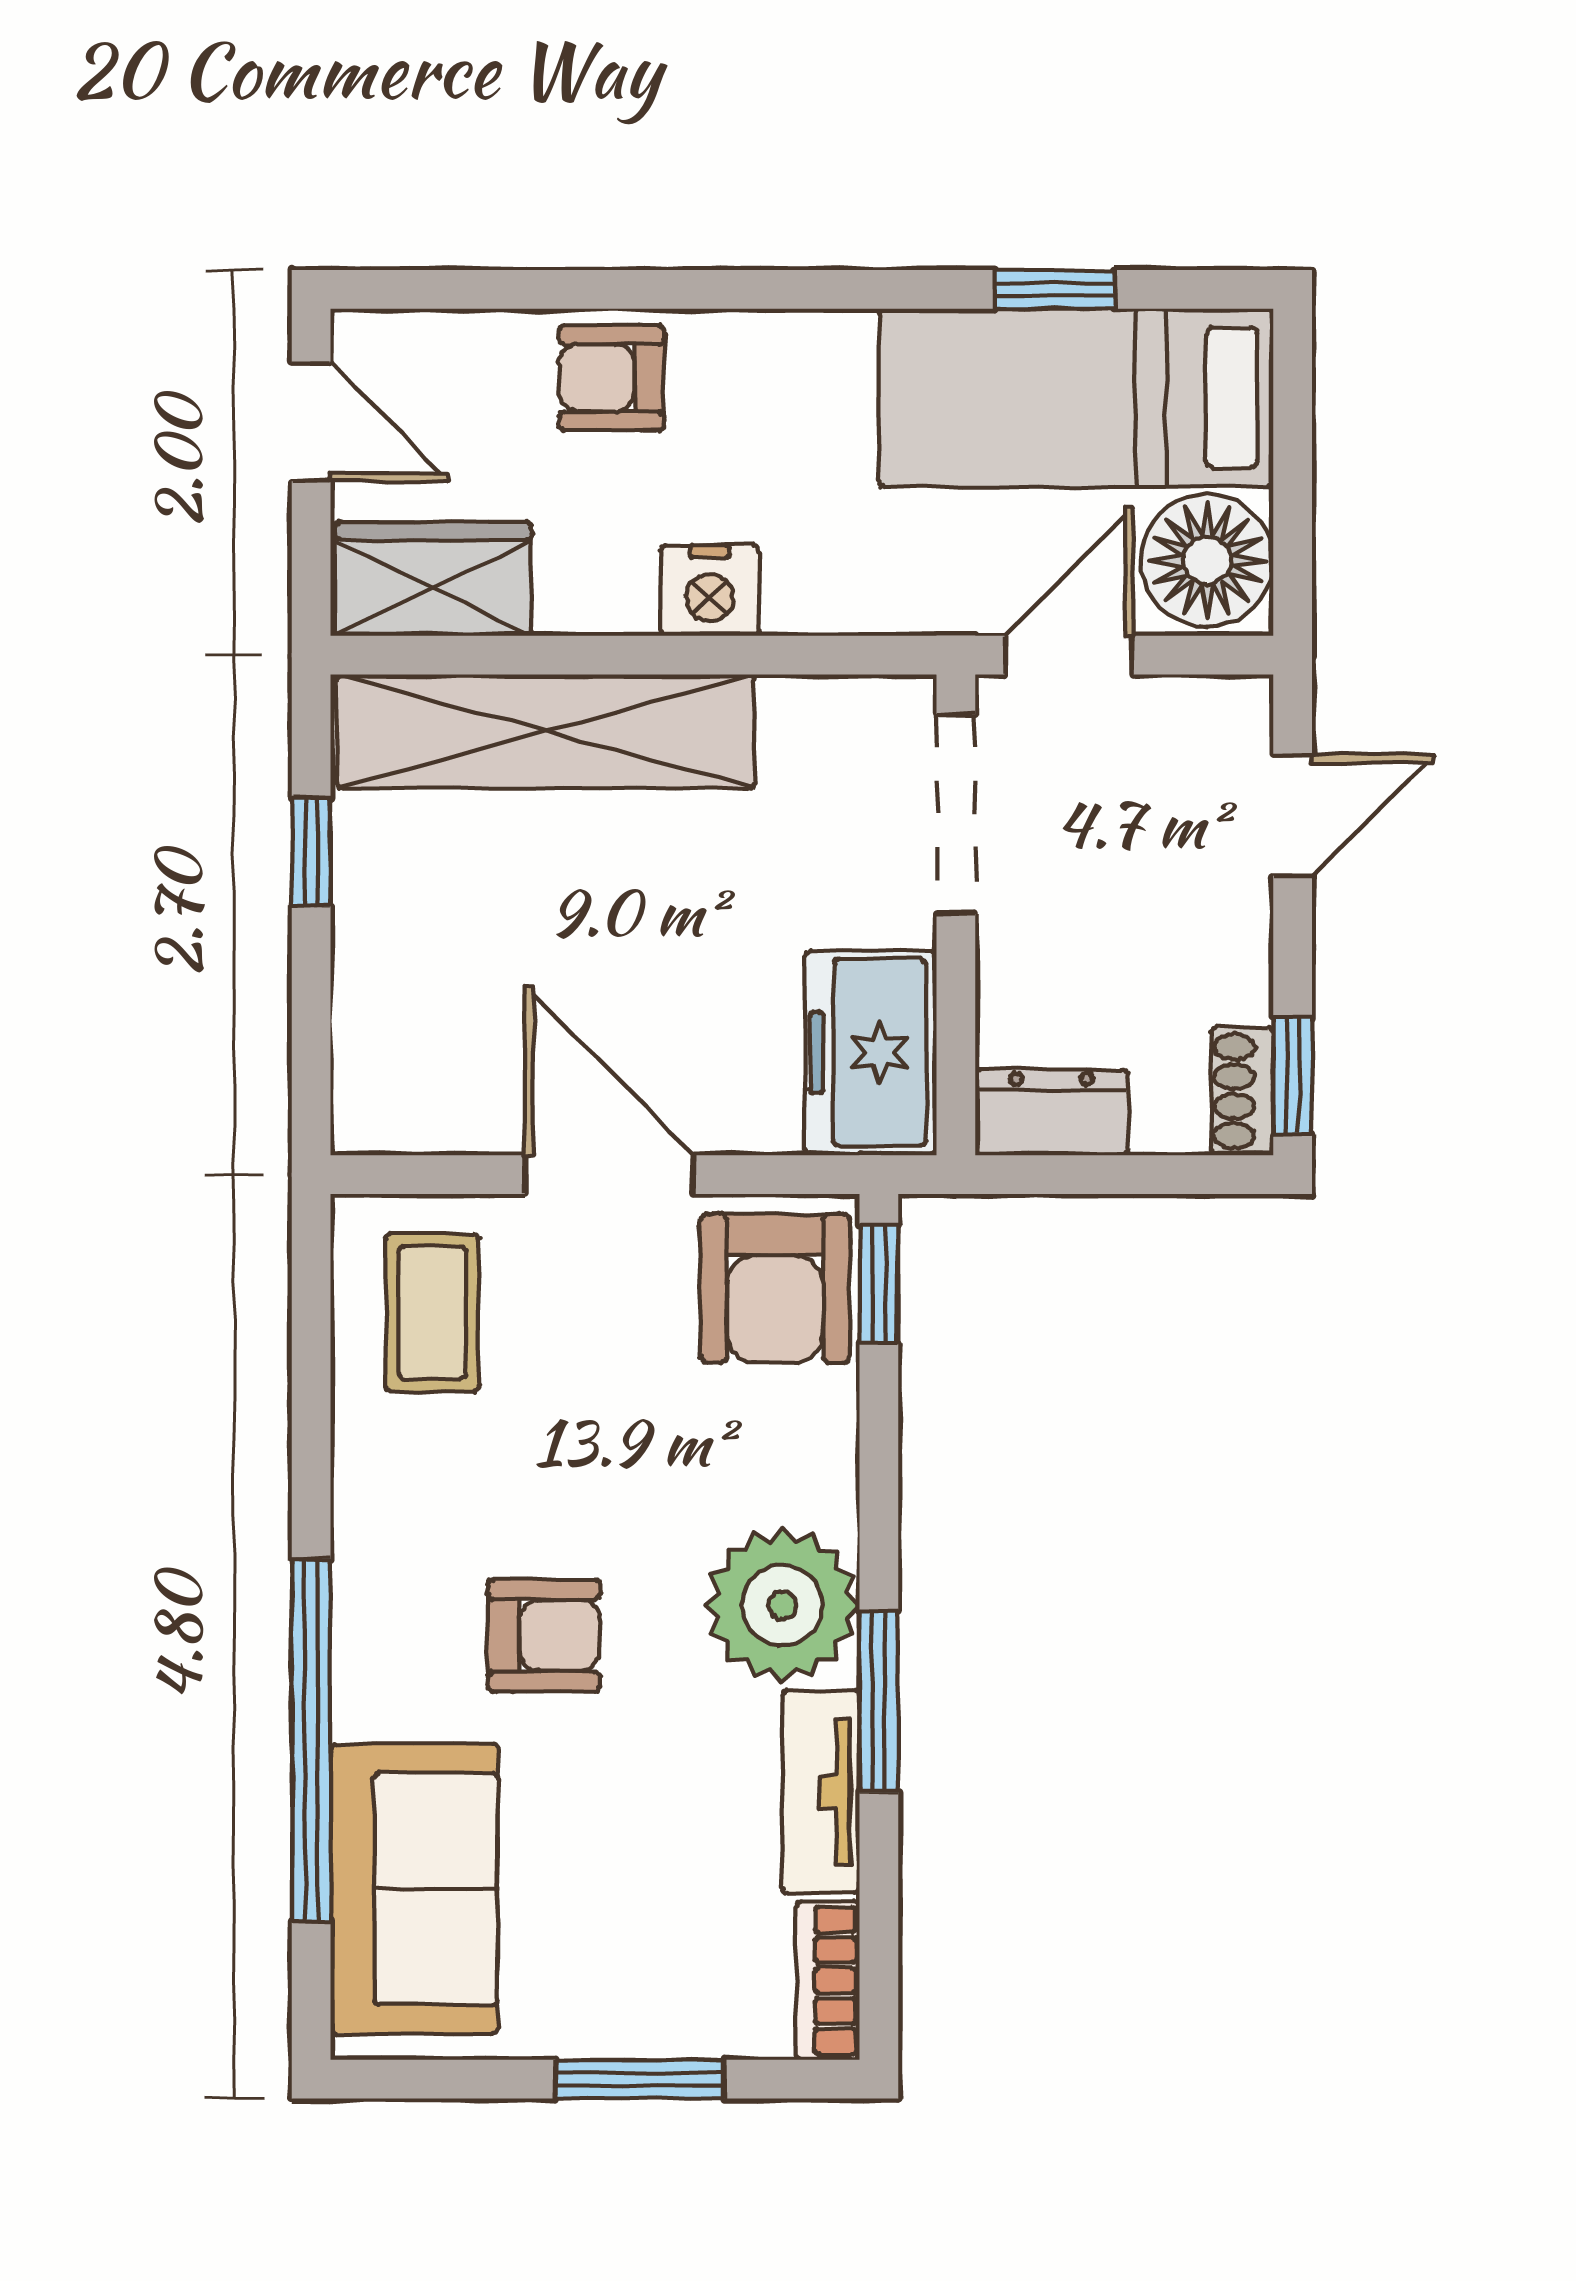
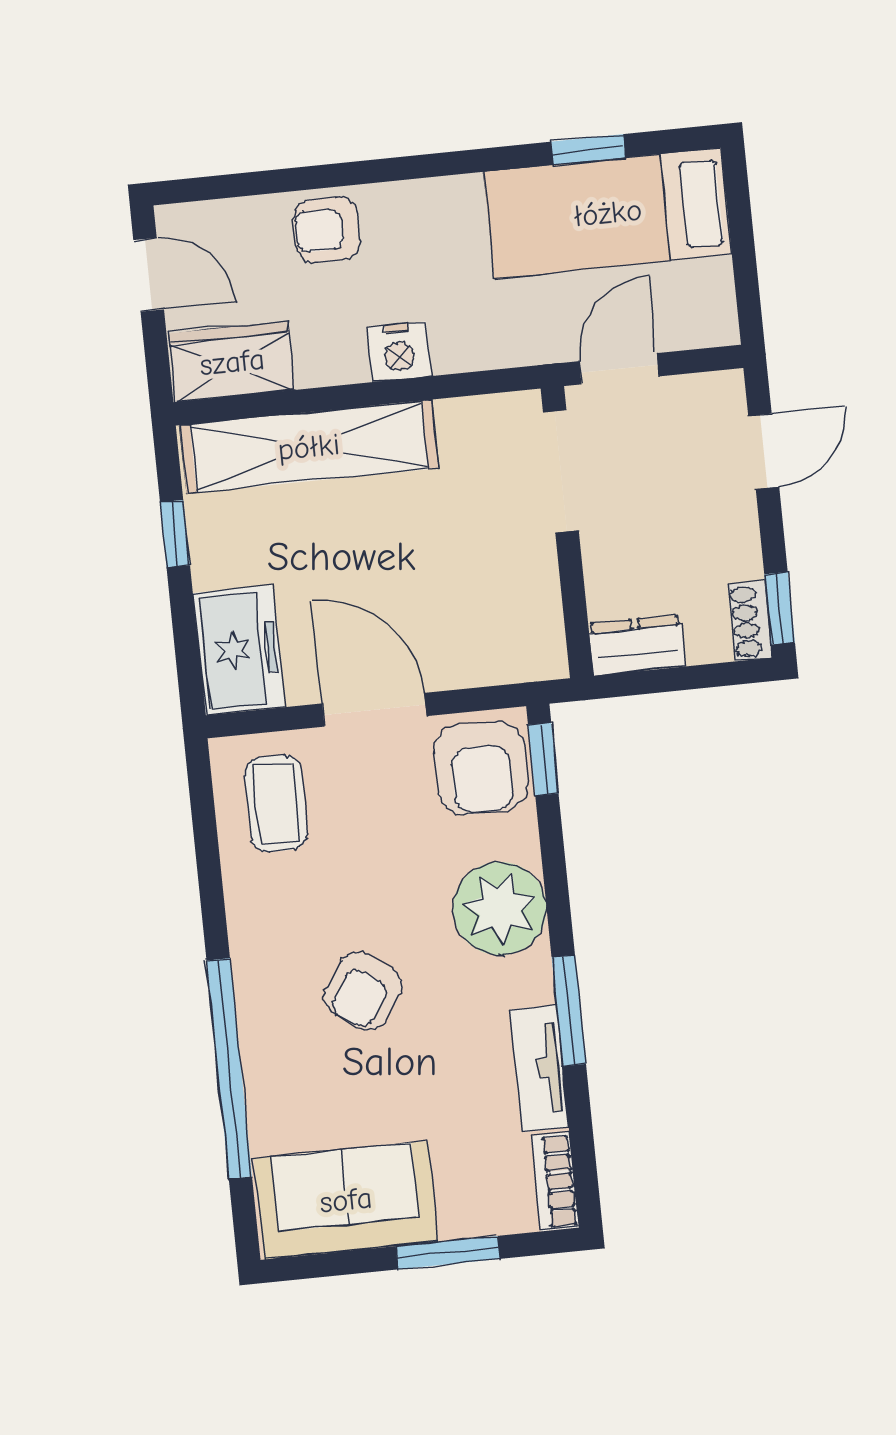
floor lamp: (1207, 560) -> (697, 303), removed
freezer: (871, 1052) -> (239, 650), moved, turned 180
plant: (782, 1605) -> (500, 909), moved
armchair: (544, 1636) -> (363, 991), turned 125
sofa: (414, 1889) -> (346, 1200), moved, turned -90

